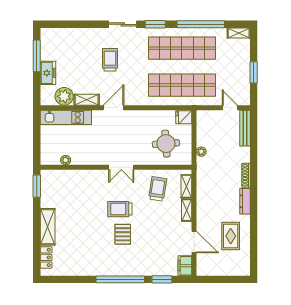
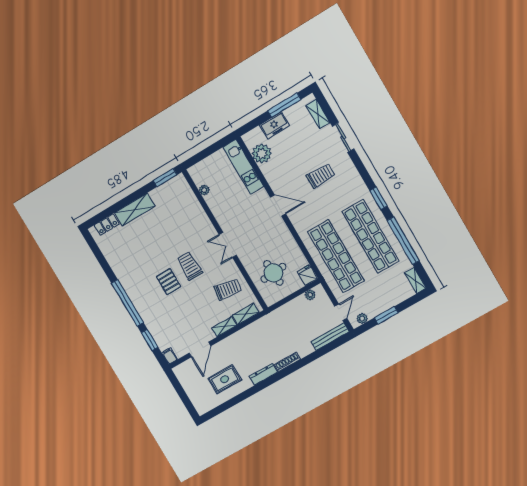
sliding door: (123, 24) -> (343, 137), moved
plant: (245, 93) -> (362, 319), added
shelving: (87, 100) -> (318, 114), moved
plant: (201, 152) -> (310, 295), moved
pallet: (123, 234) -> (169, 282), turned 90
filing cabinet: (185, 266) -> (170, 356), width x0.50

